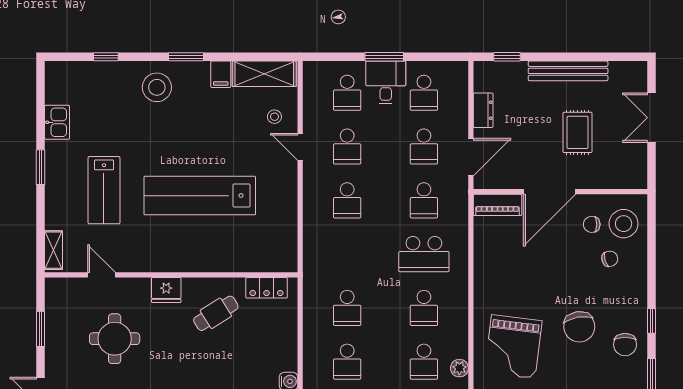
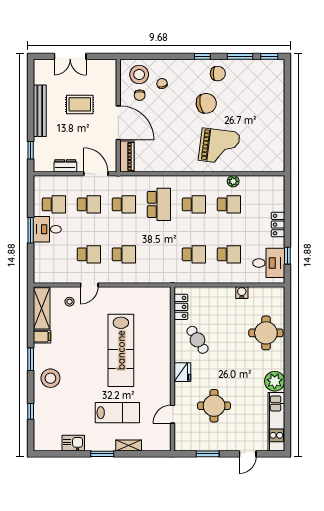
school desk: (347, 93) -> (54, 254), removed
shelving: (53, 250) -> (129, 446), moved

